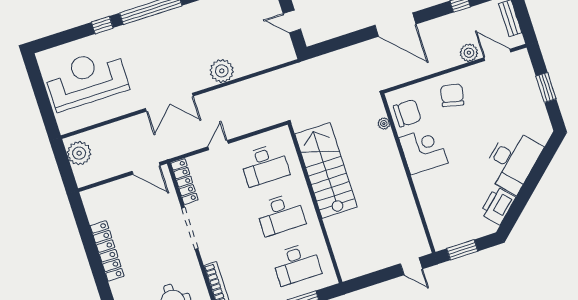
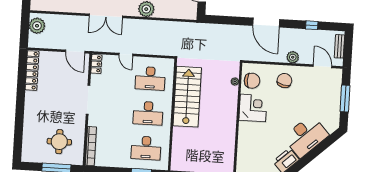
plant: (469, 53) -> (293, 57), moved
window: (546, 88) -> (345, 98), width x1.44
door: (218, 145) -> (126, 55), swing flipped
locker: (184, 182) -> (96, 64), width x0.66
locker: (107, 251) -> (32, 71), moved

